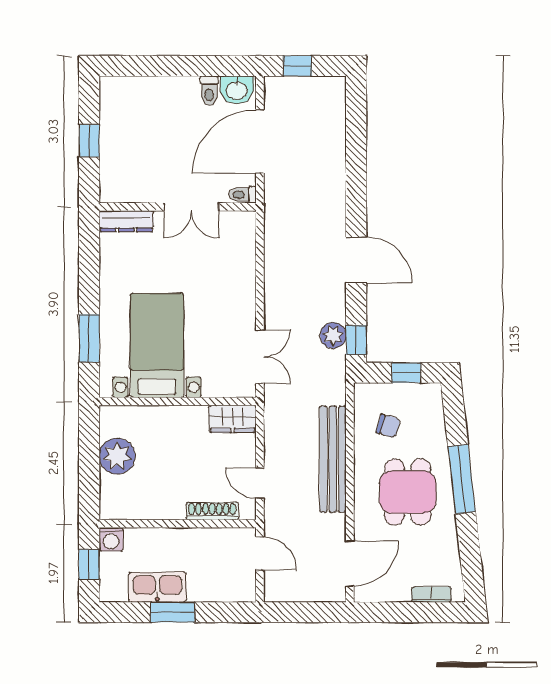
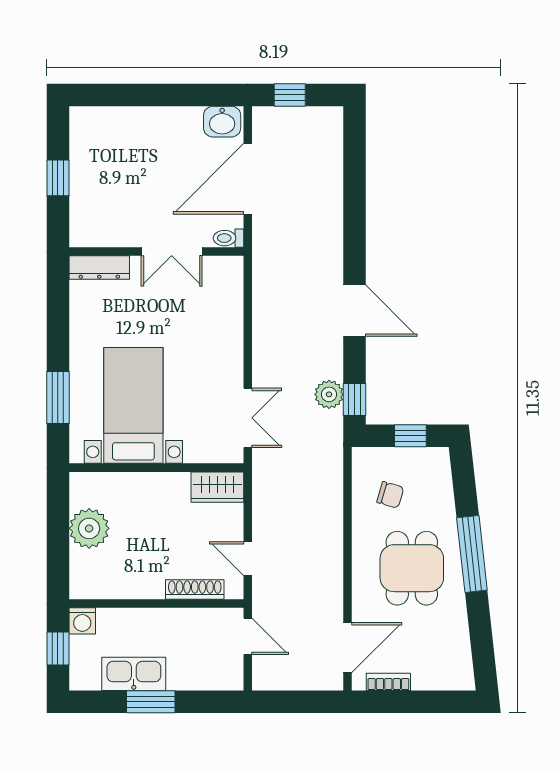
toilet: (209, 91) -> (191, 123), removed
bench: (333, 459) -> (329, 532), removed
bookcase: (431, 594) -> (388, 682), moved

